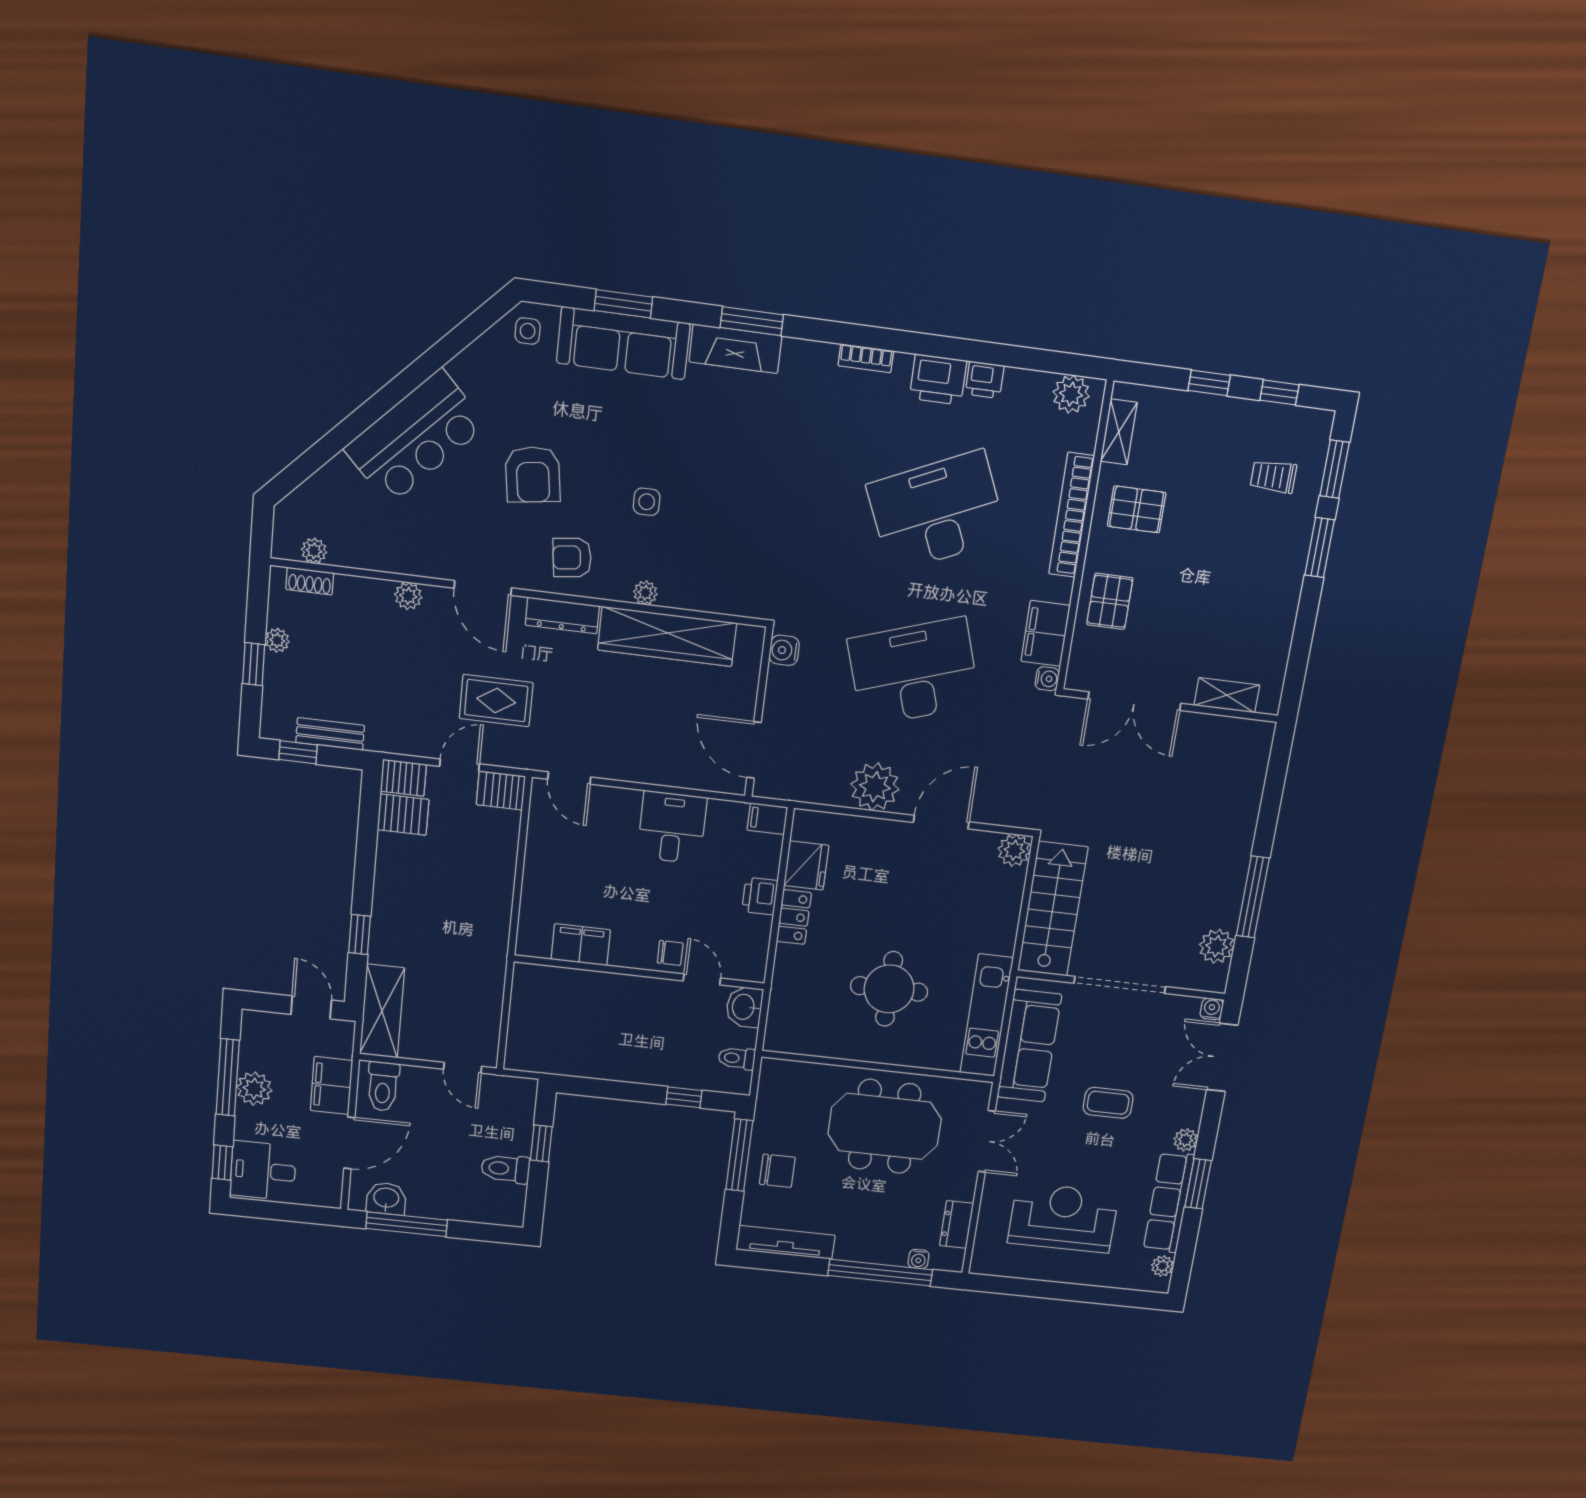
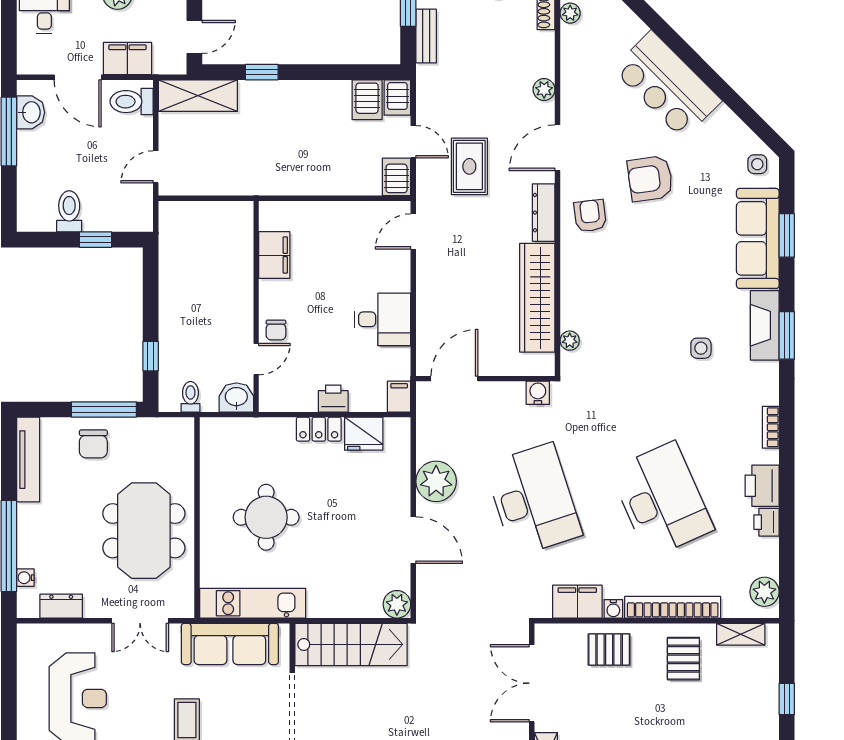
side table: (647, 502) -> (701, 348), moved
plant: (645, 593) -> (570, 341), moved
water cooler: (1047, 679) -> (613, 609), moved

